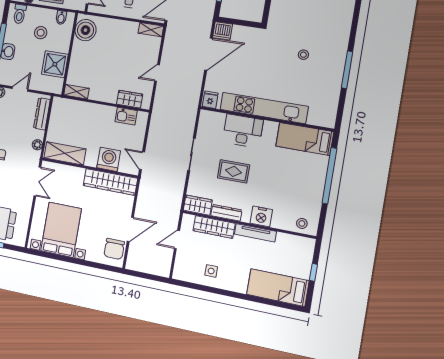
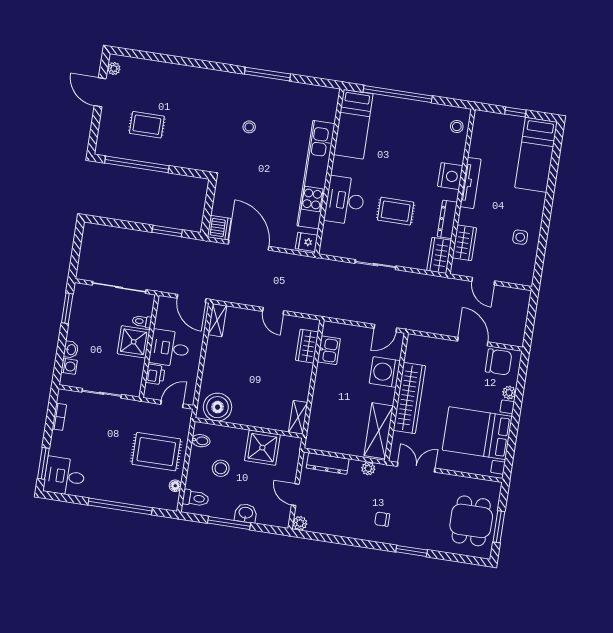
rug: (234, 171) -> (396, 211), turned 90
wardrobe: (110, 182) -> (409, 398), moved
wardrobe: (214, 227) -> (464, 243), width x0.67
plant: (91, 256) -> (509, 393), added

